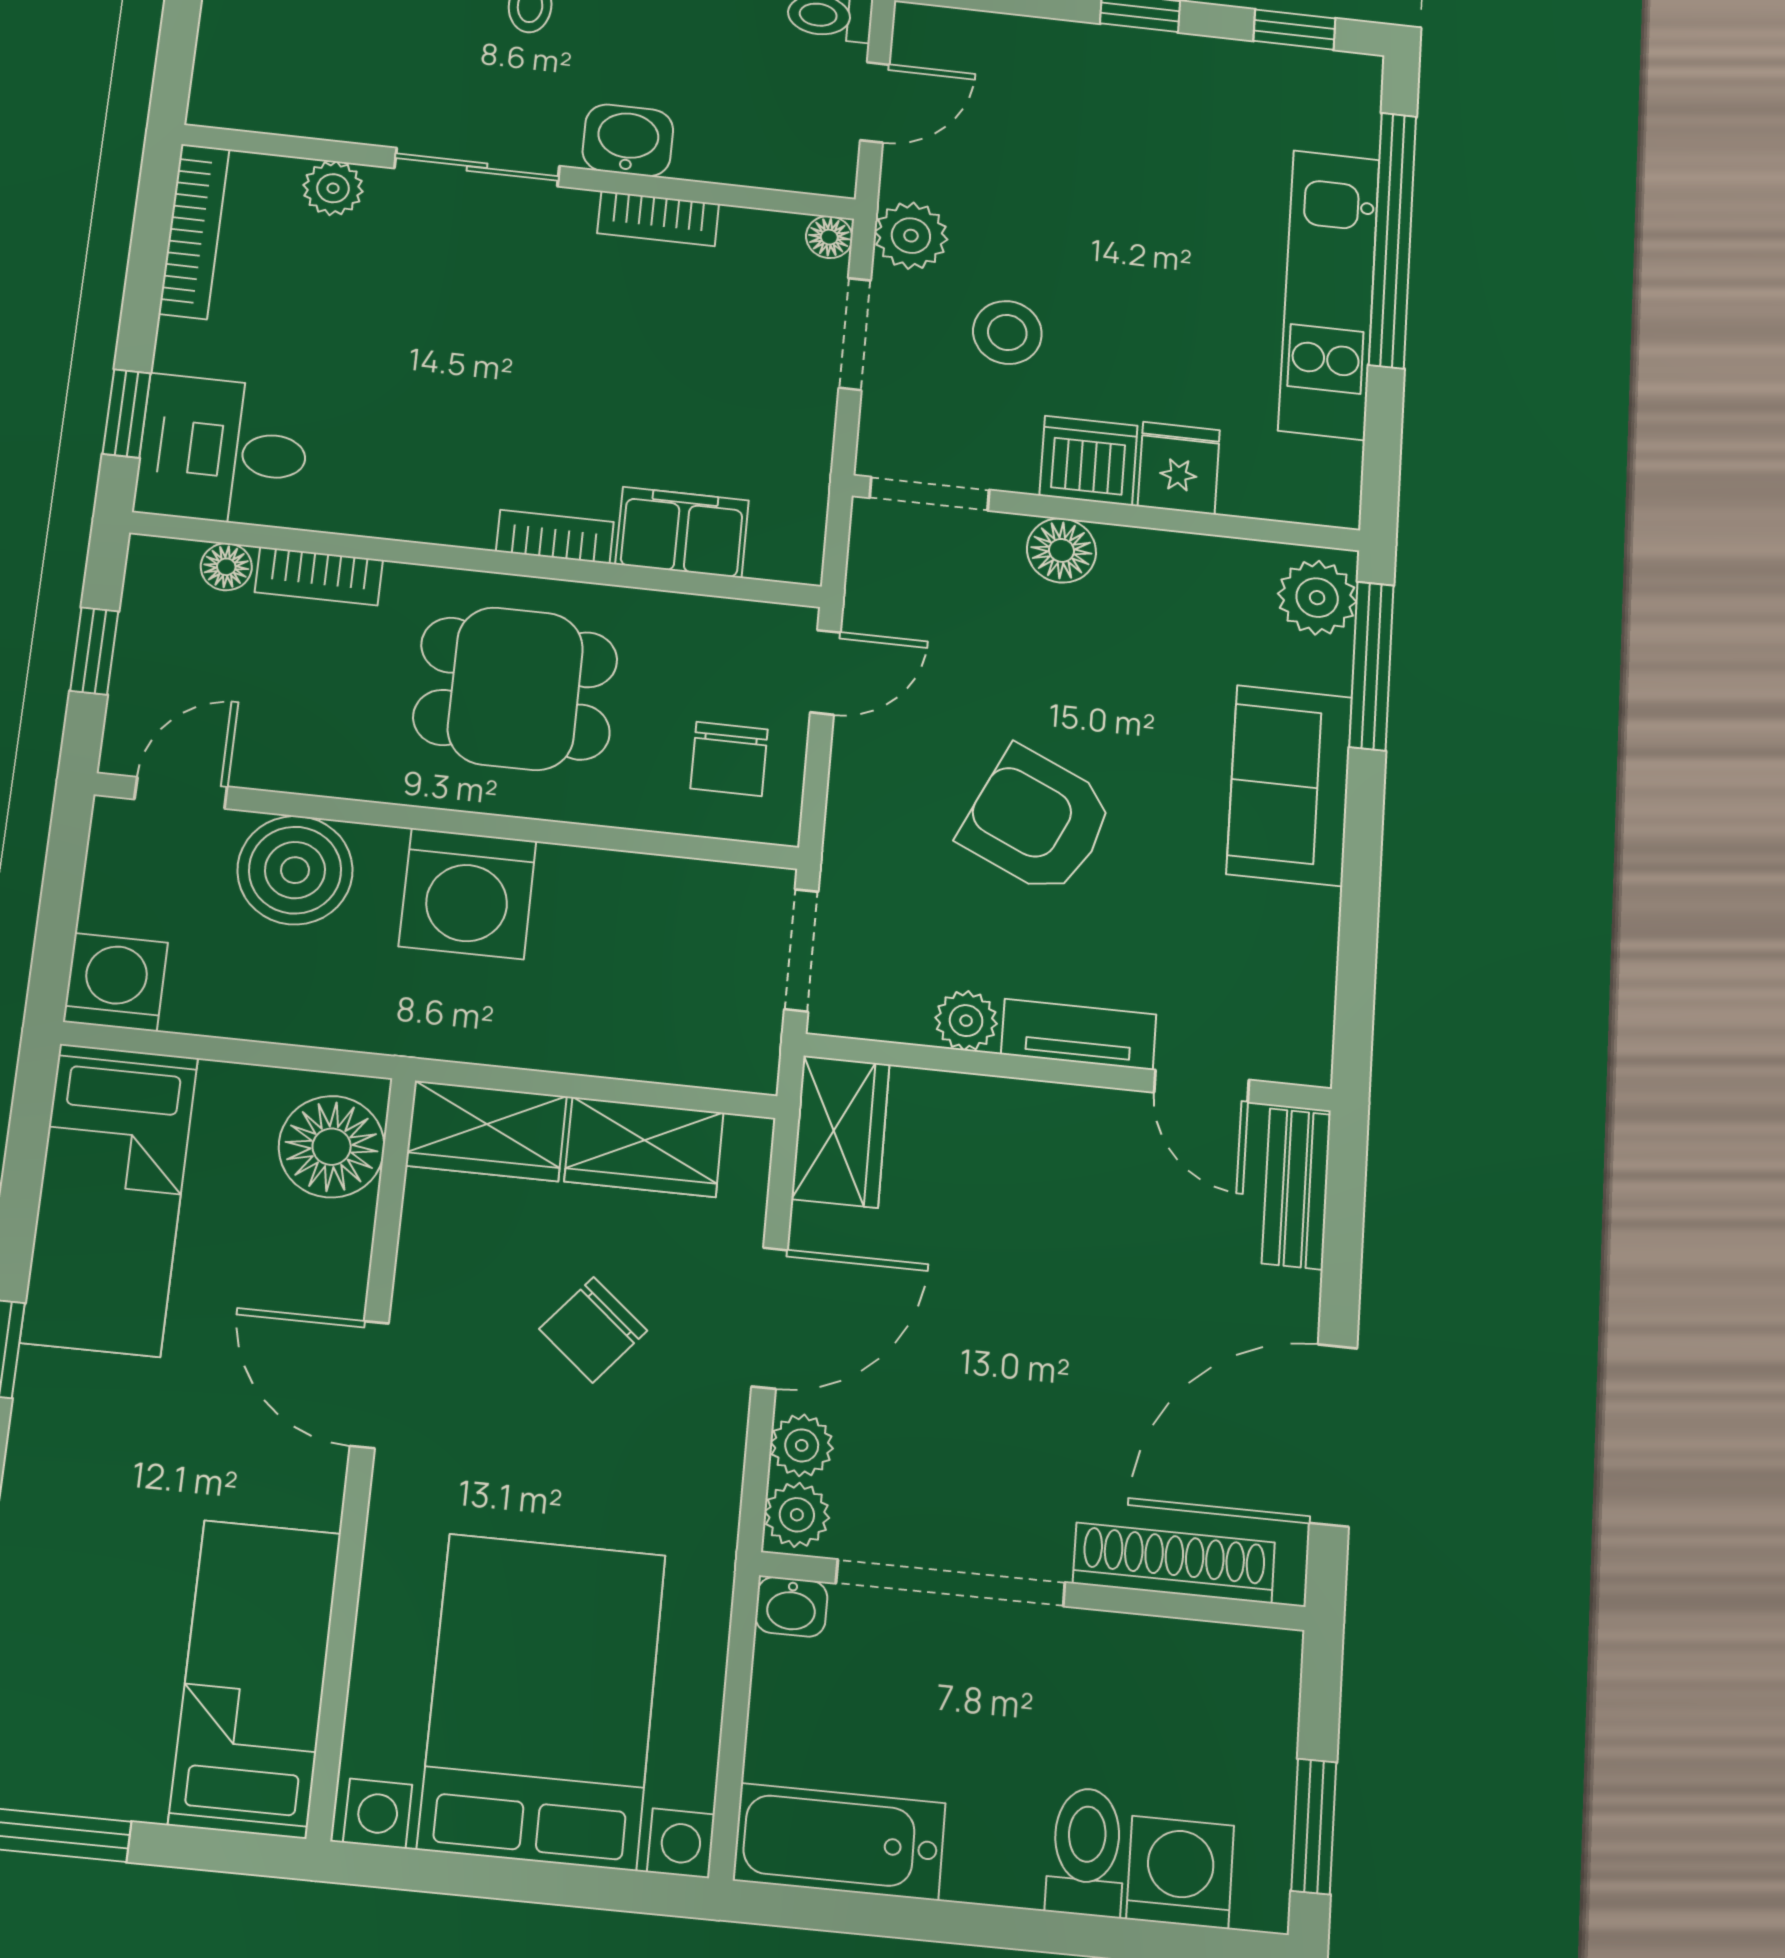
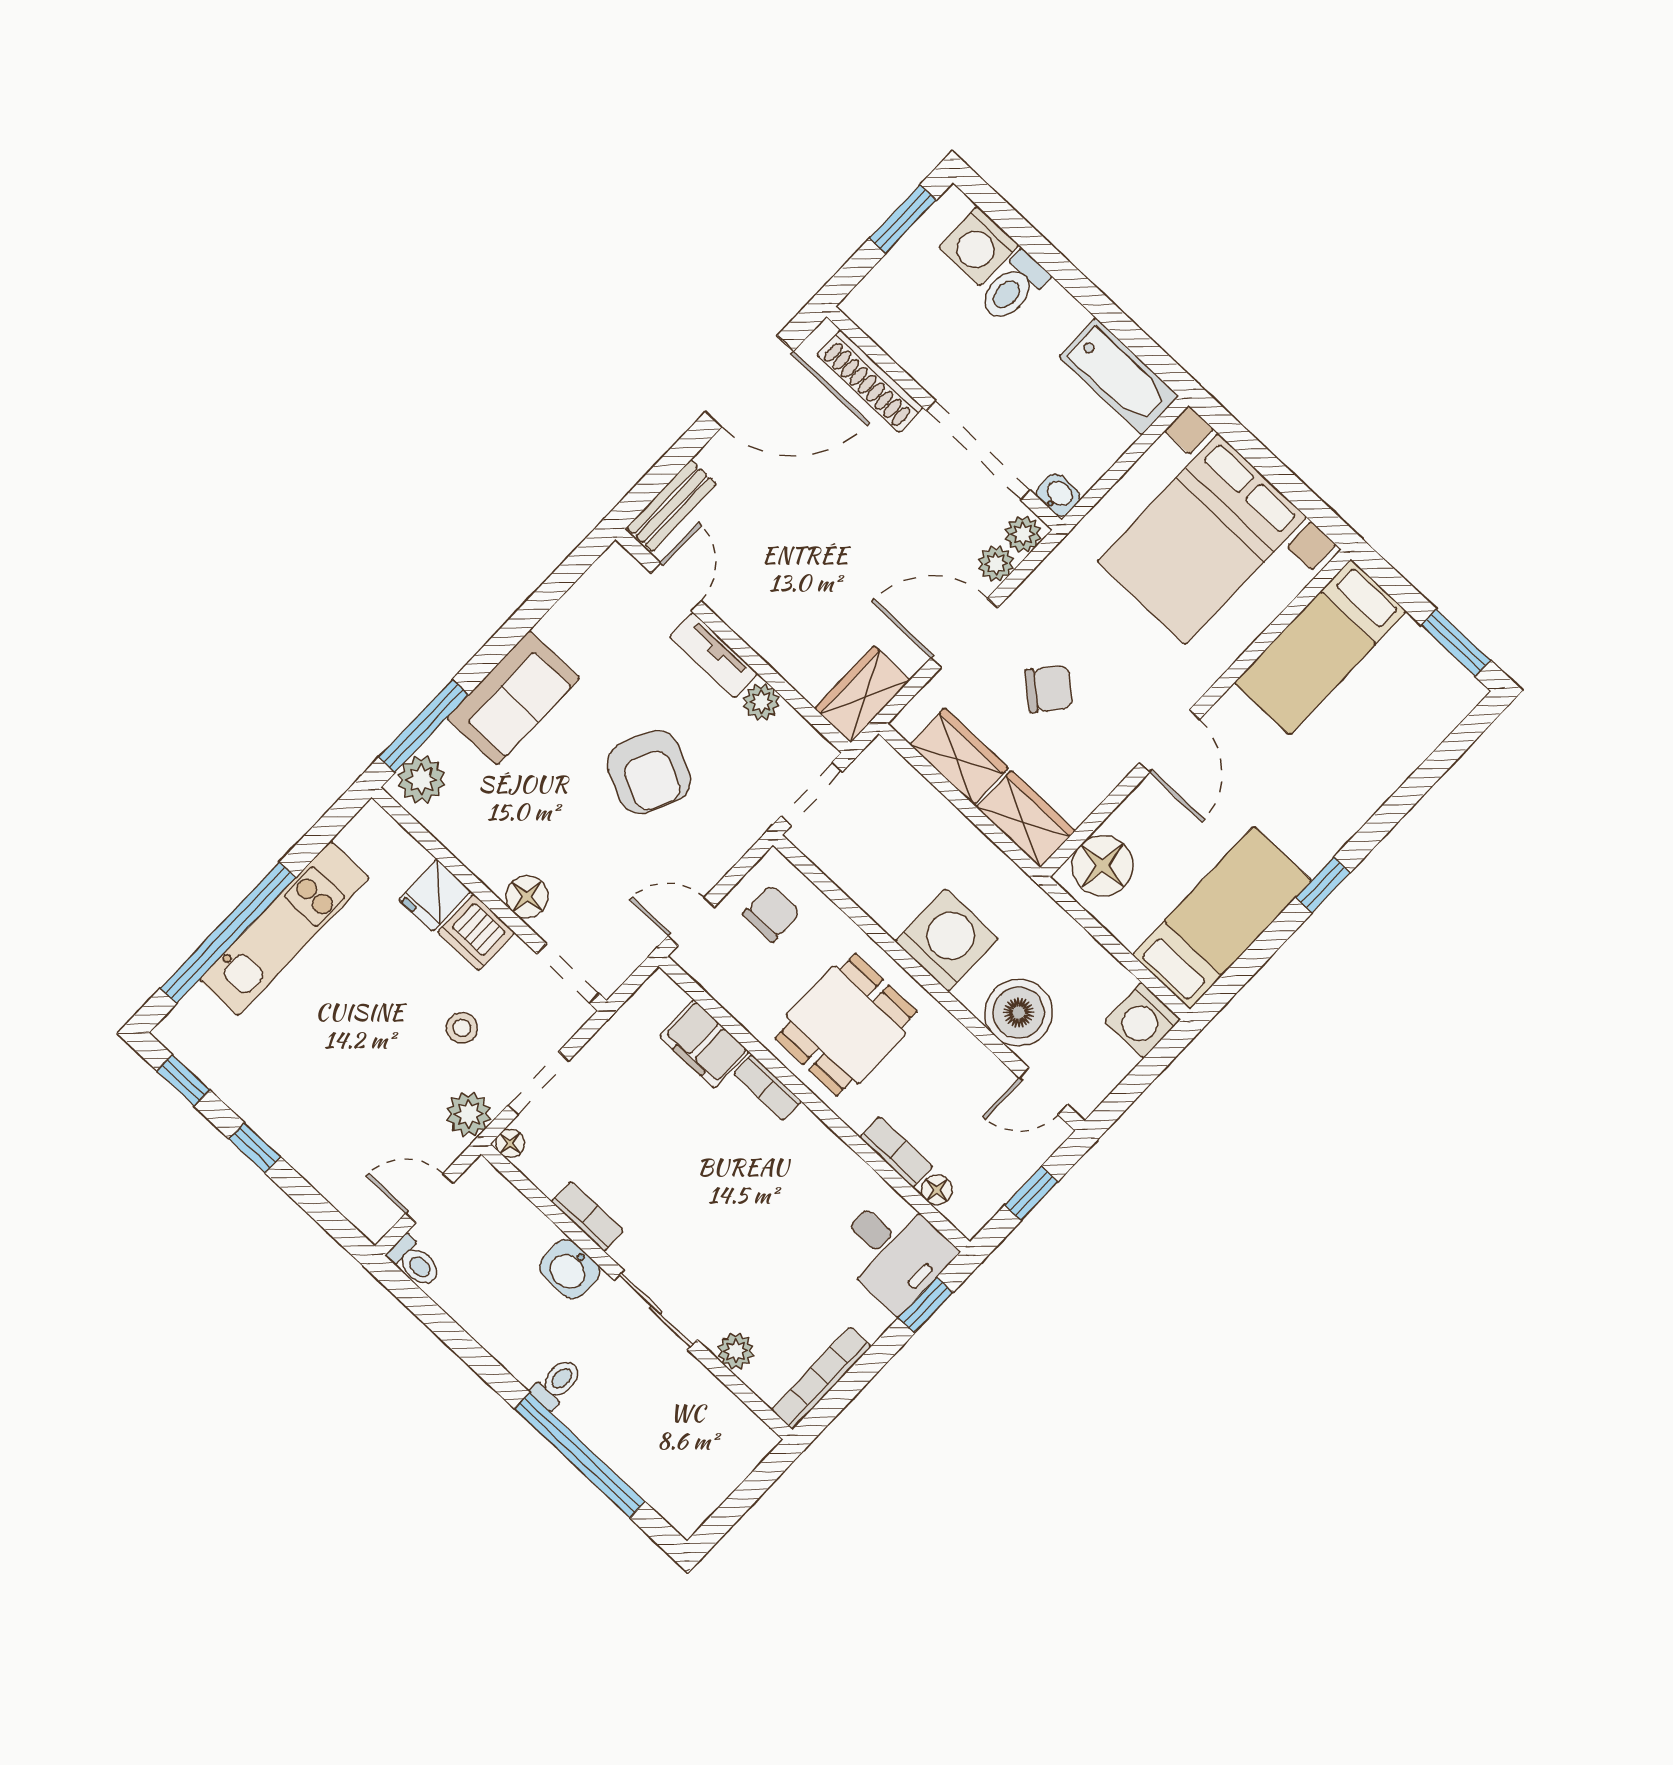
stool: (1007, 332) -> (462, 1028), width x0.73, depth x0.73
dining table: (515, 689) -> (846, 1025), turned 90

